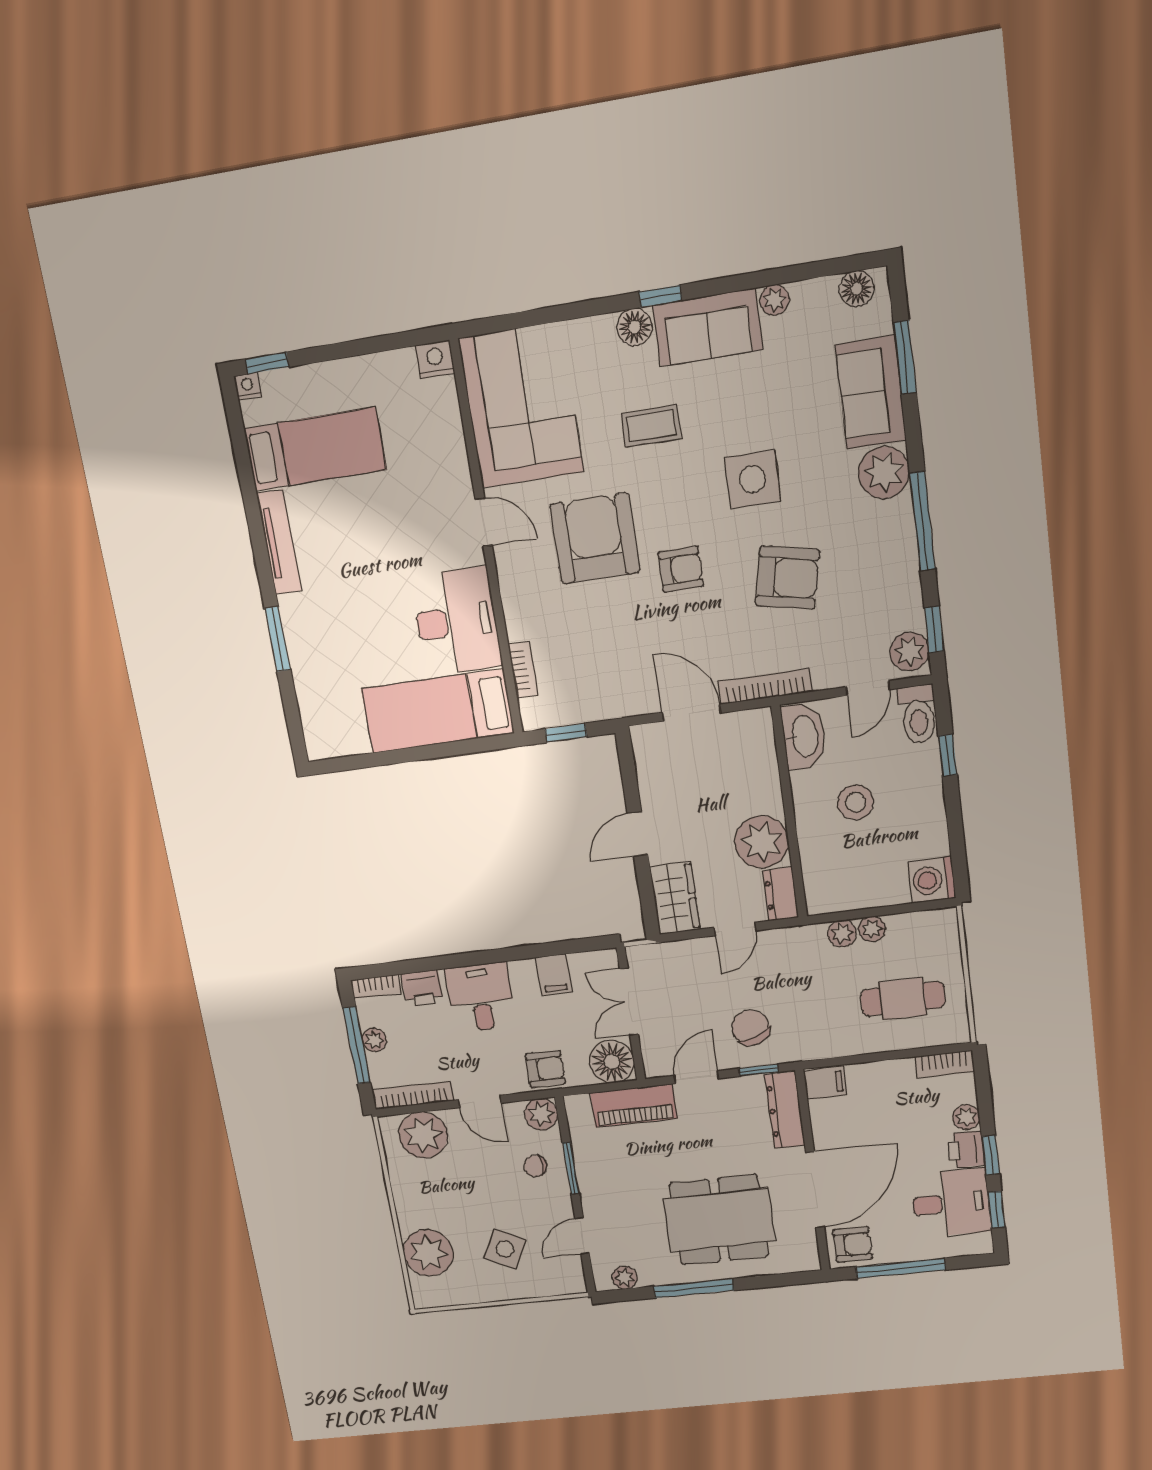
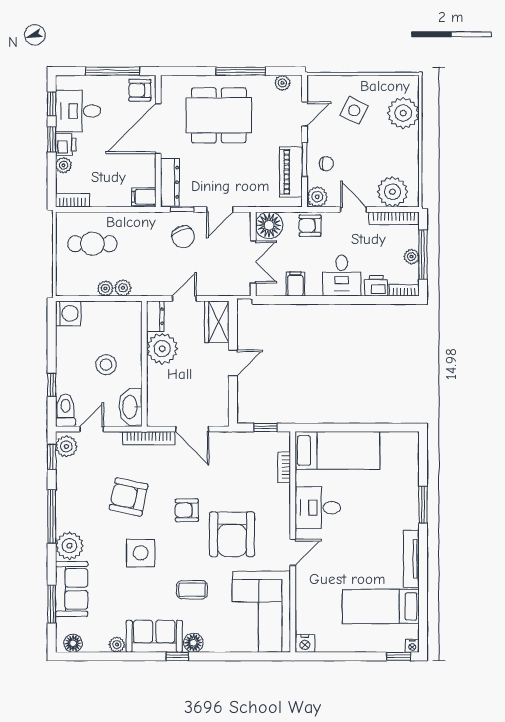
door: (484, 522) -> (293, 552), swing flipped
desk: (456, 621) -> (318, 508), width x0.73
piano: (634, 1106) -> (291, 172), moved, turned -90

